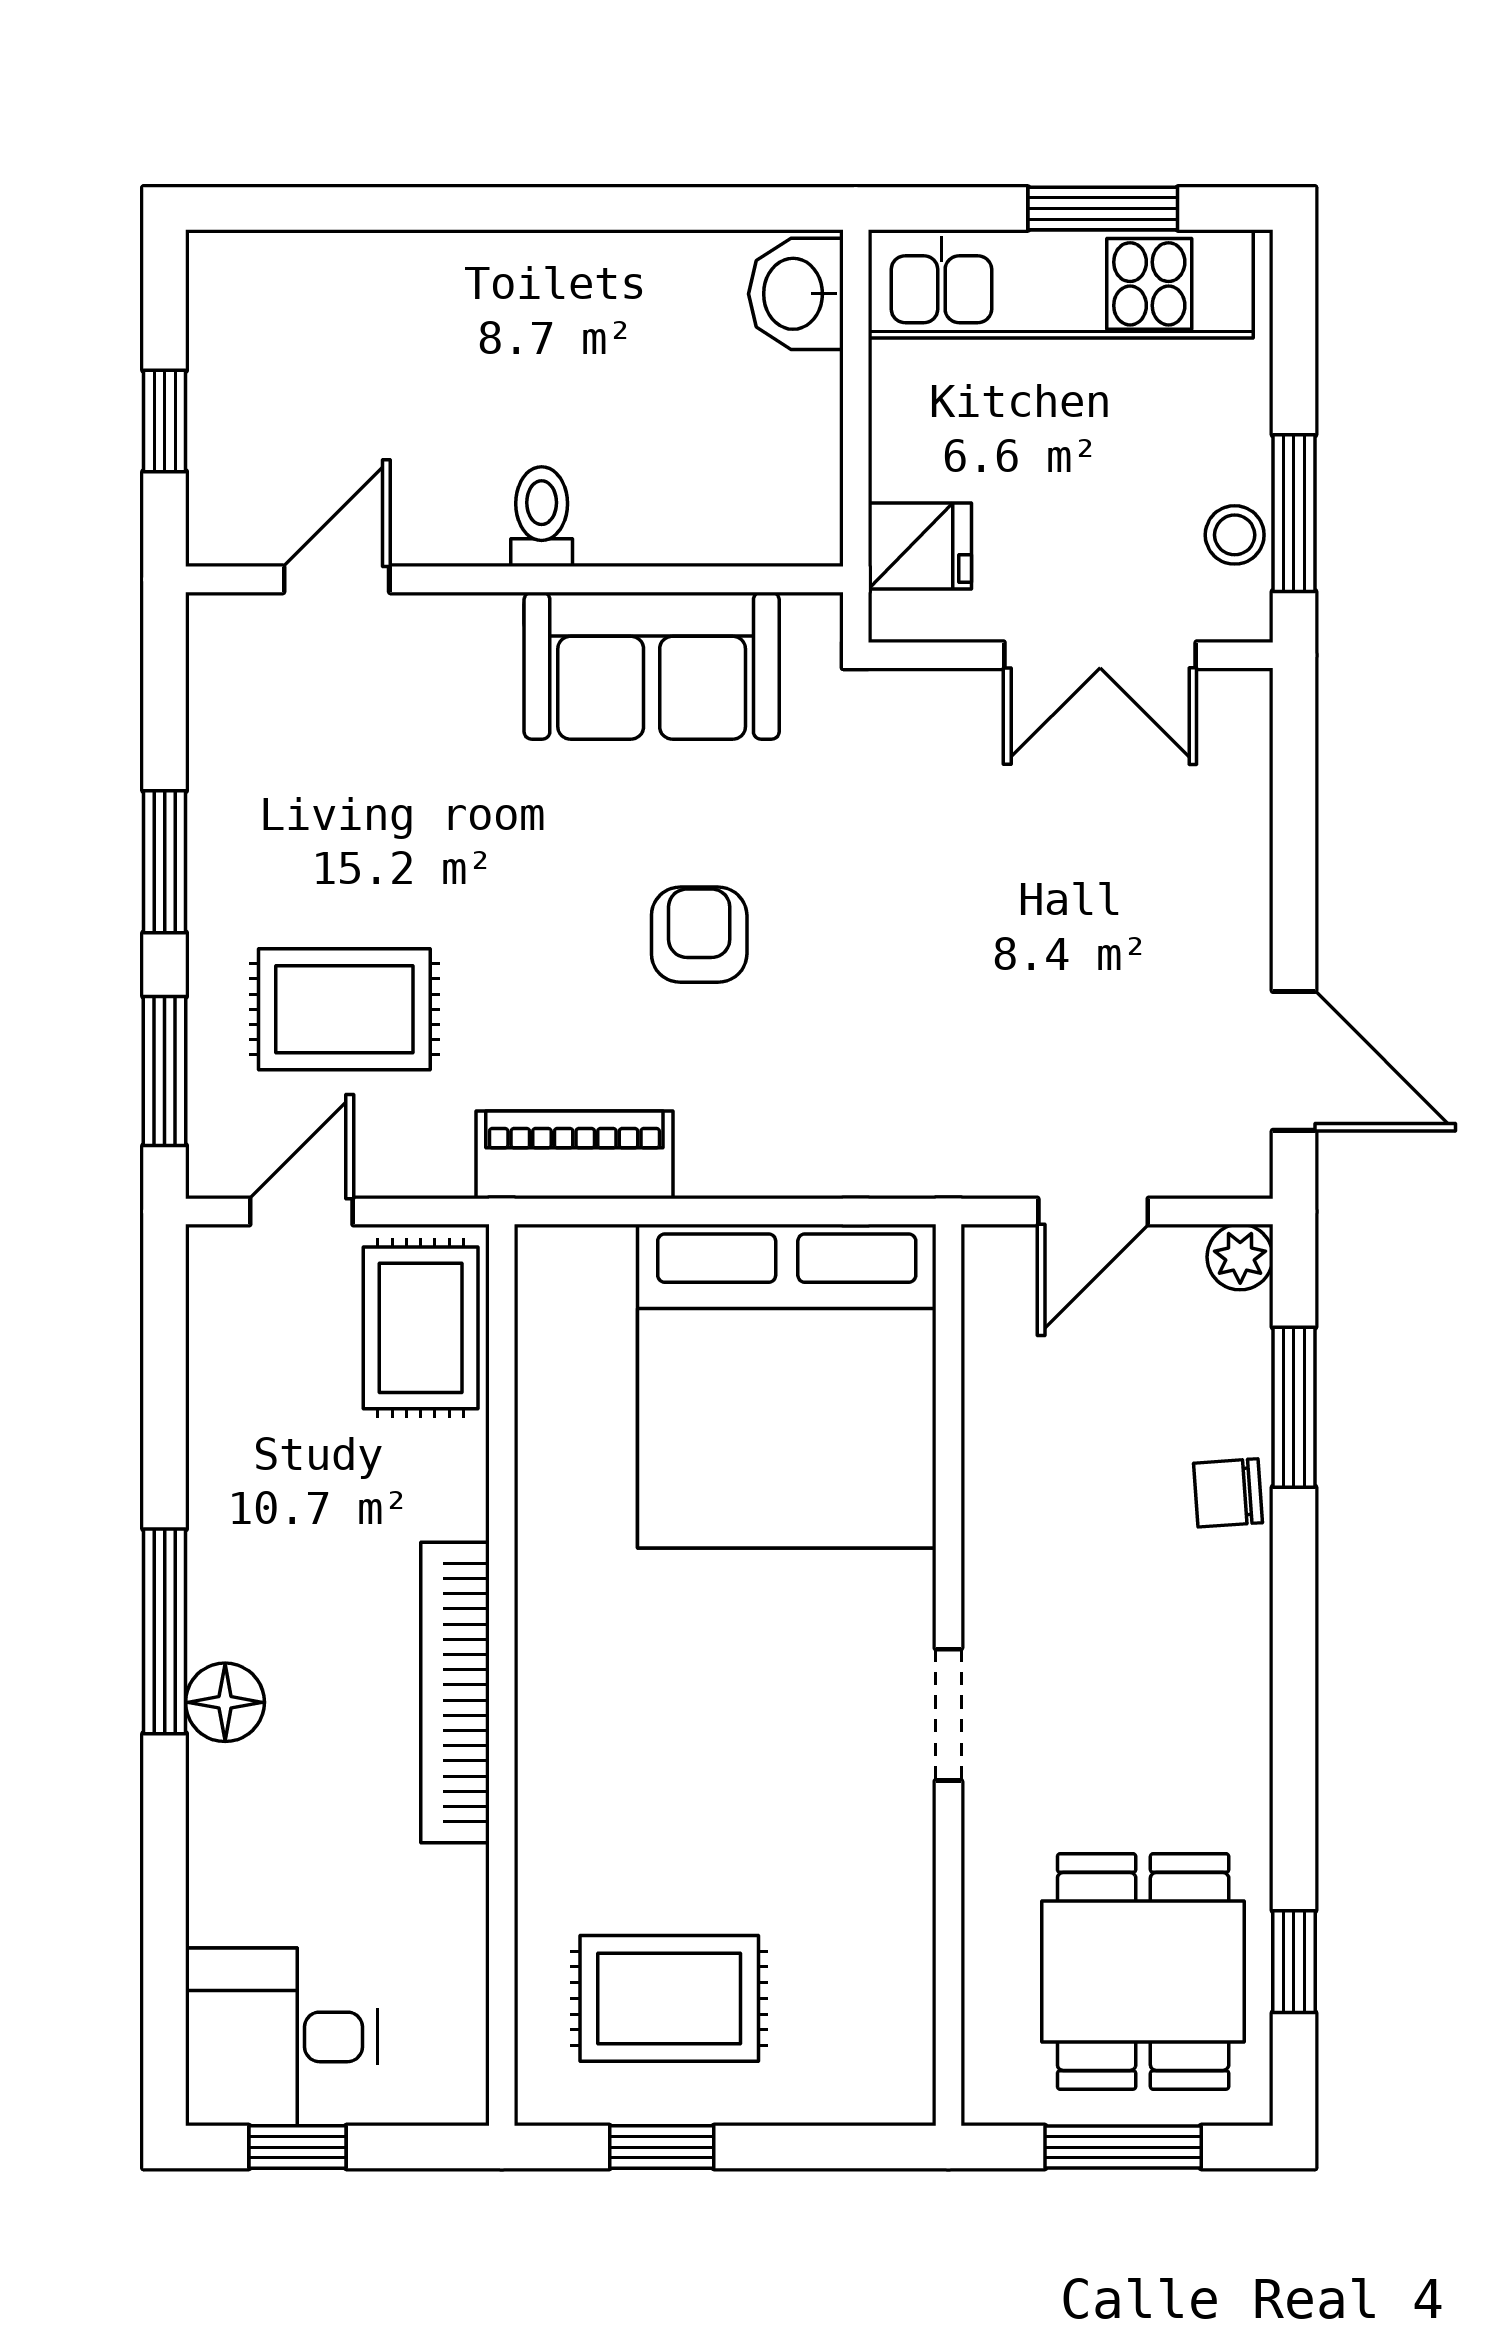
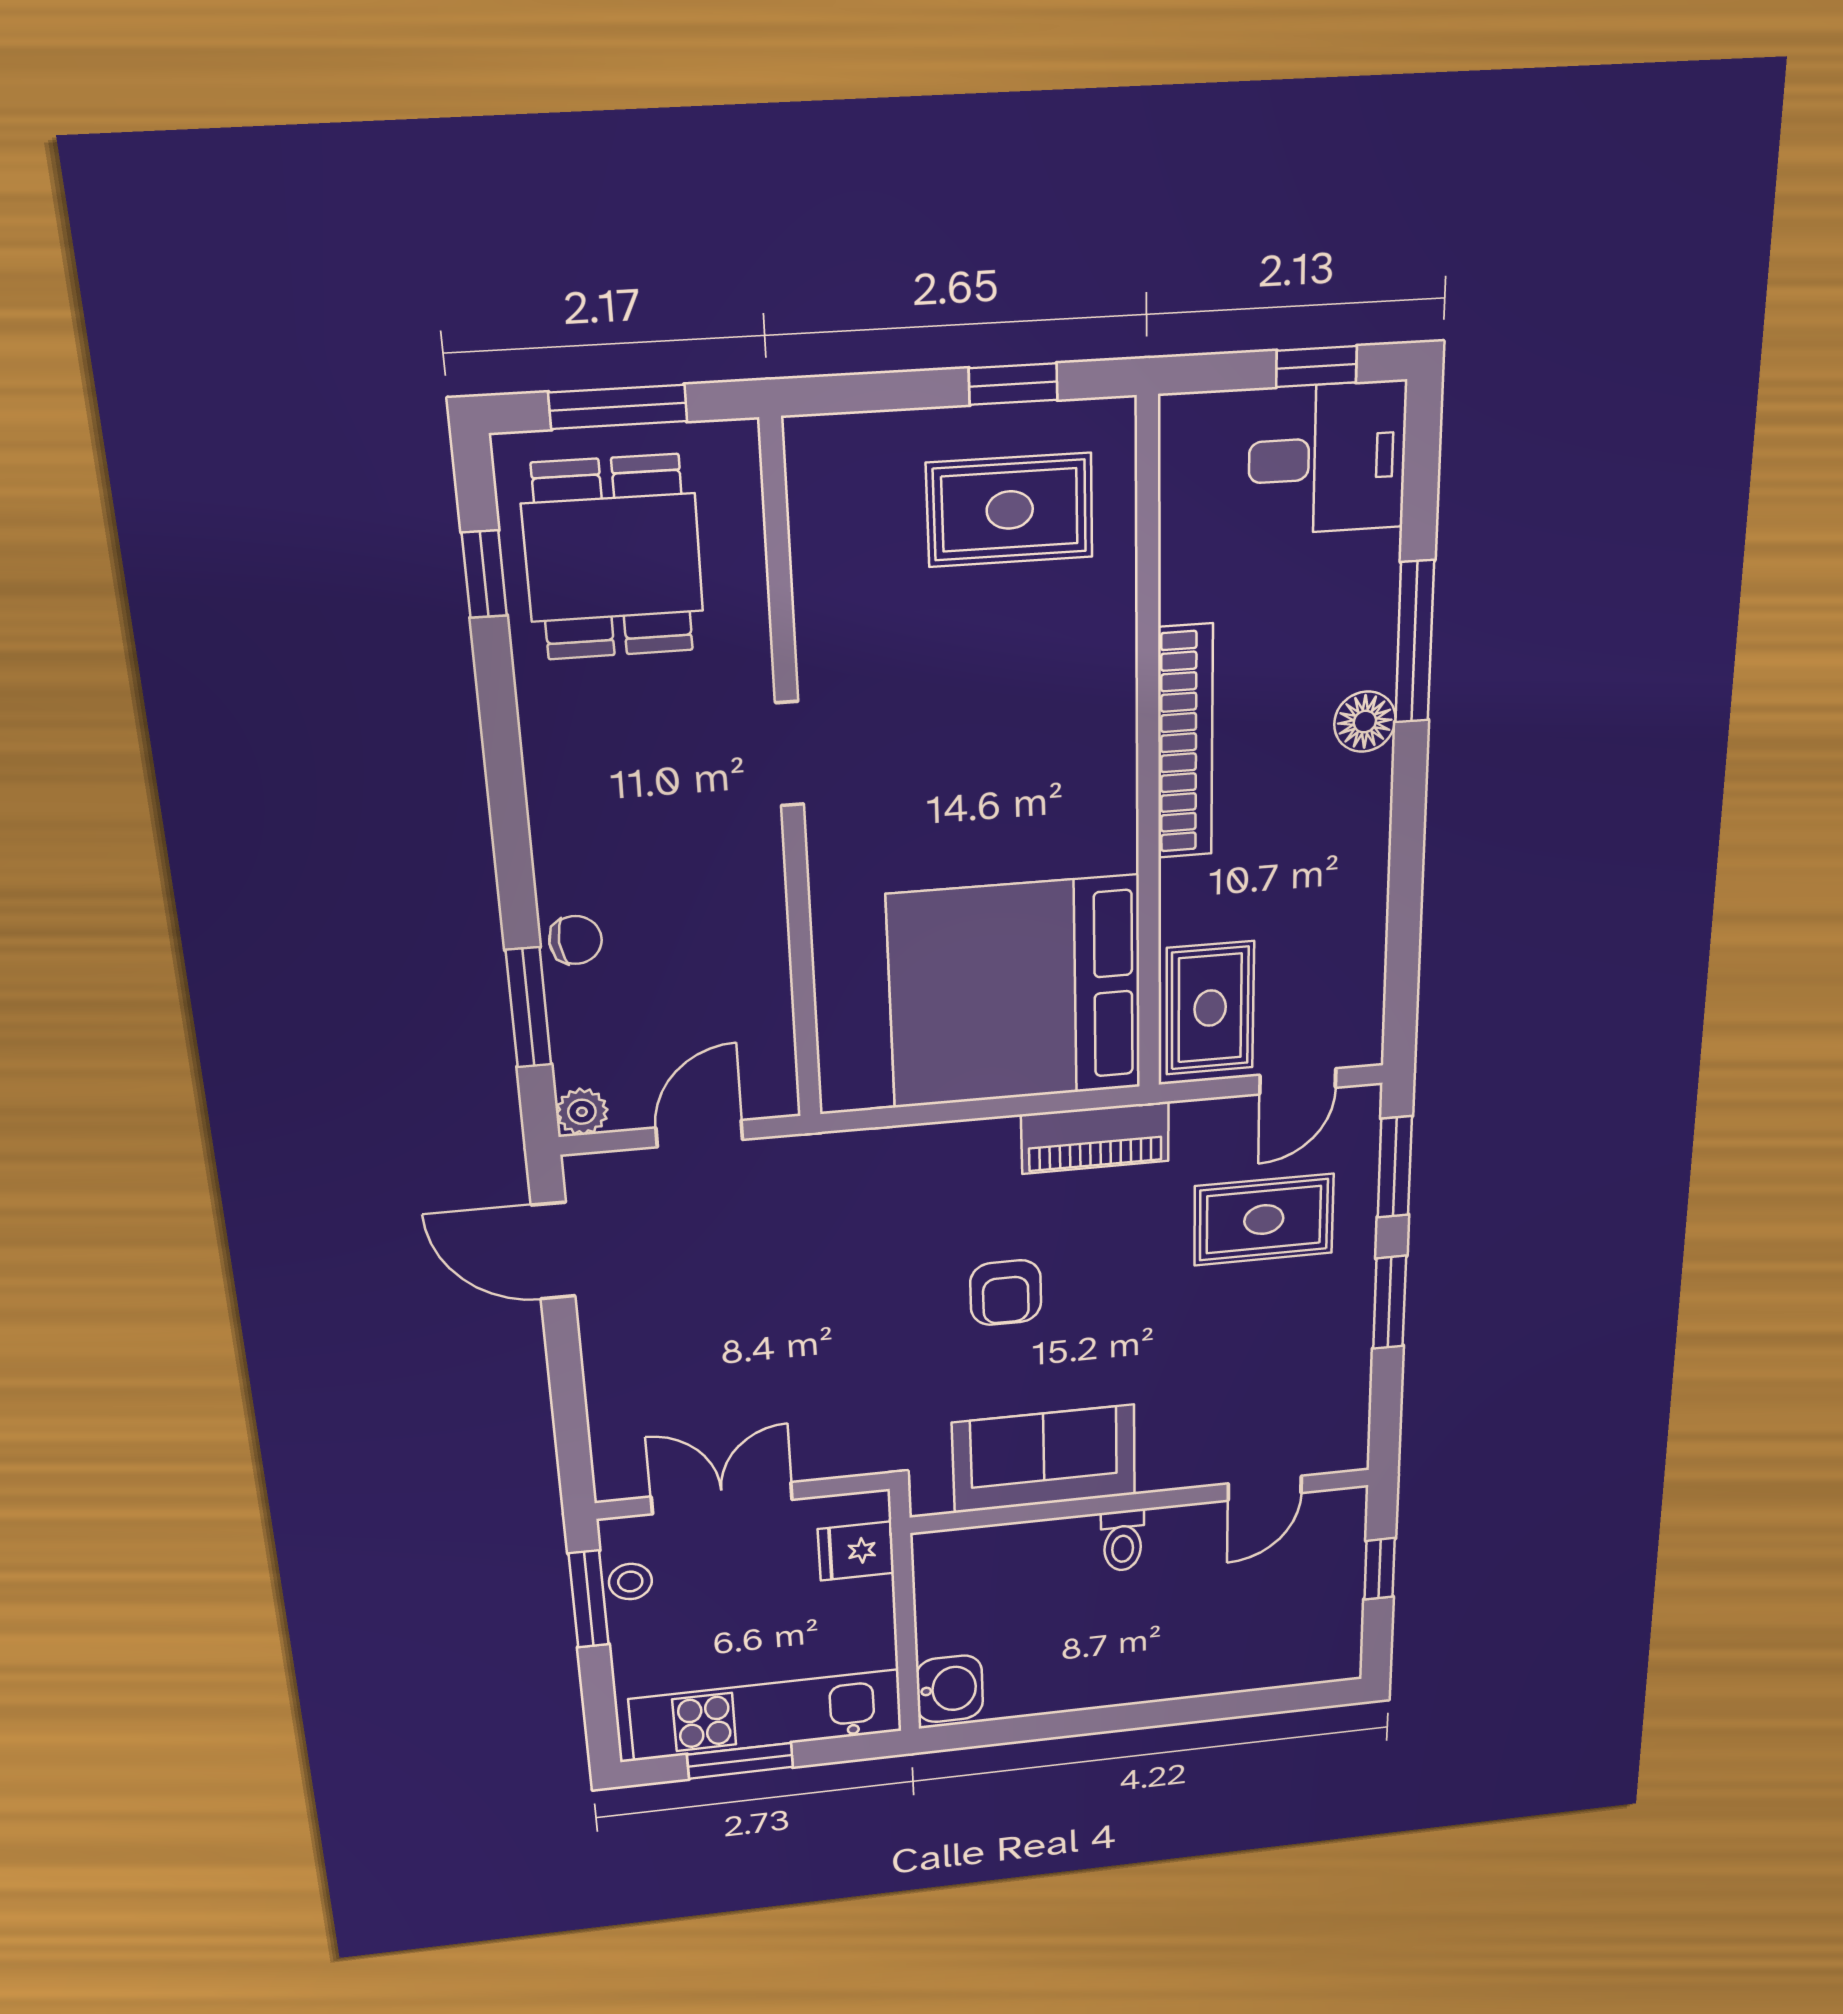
bed: (787, 1386) -> (1015, 992), moved, turned -90
window: (165, 1631) -> (1415, 642), moved

